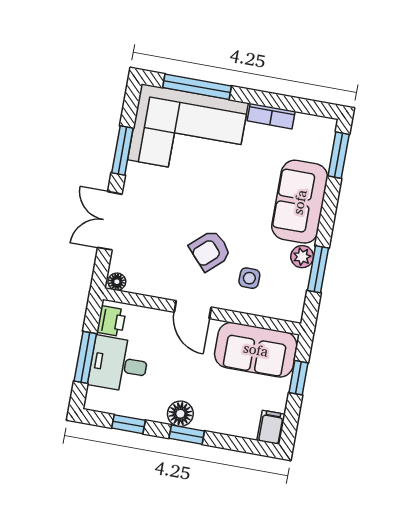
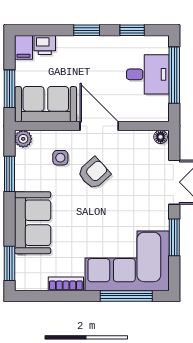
plant: (302, 257) -> (23, 139), moved
door: (193, 310) -> (99, 126), width x1.38
printer: (111, 321) -> (45, 45), moved, turned -90
window: (85, 357) -> (174, 75), width x1.44
window: (299, 378) -> (9, 89), width x1.50
floor lamp: (180, 414) -> (94, 45), removed

